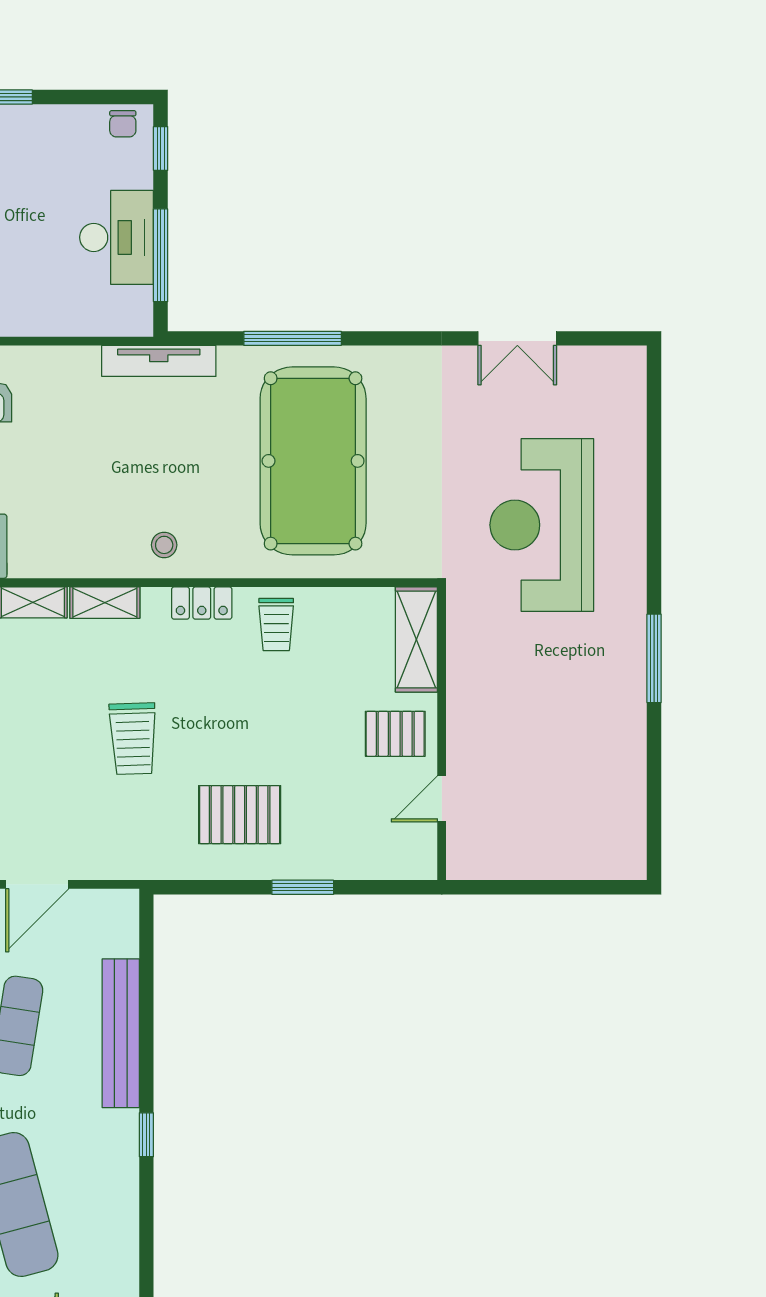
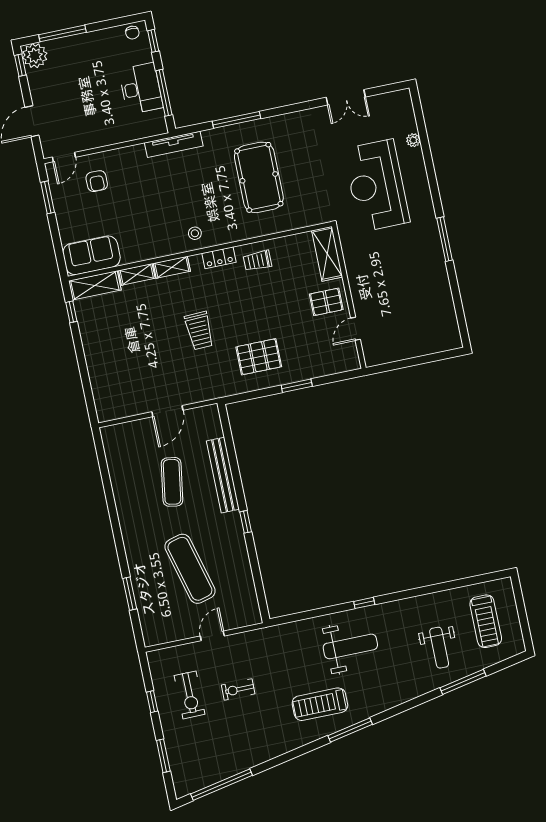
plant: (633, 451) -> (413, 140), added
pool table: (313, 461) -> (259, 177), width x0.73, depth x0.76
trolley: (276, 625) -> (257, 261), turned 90

